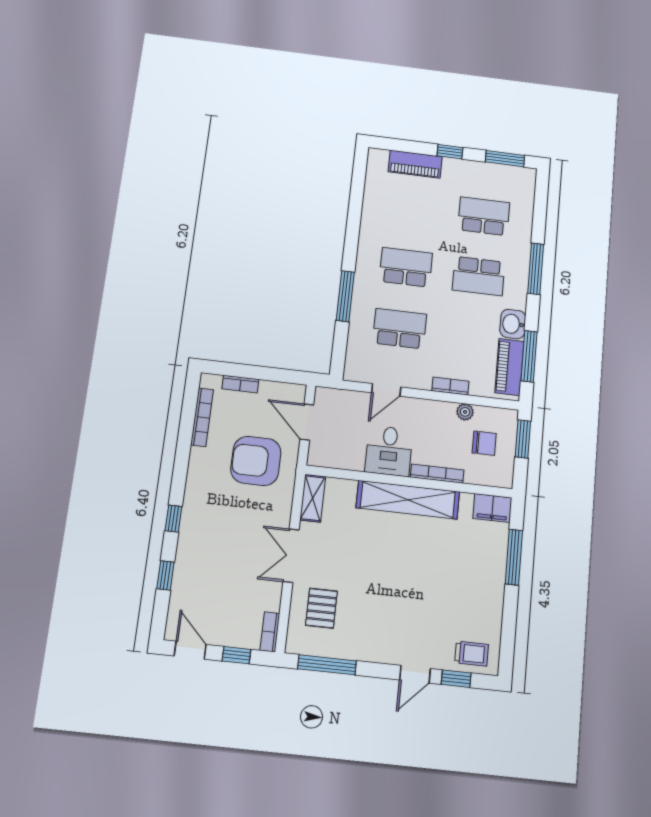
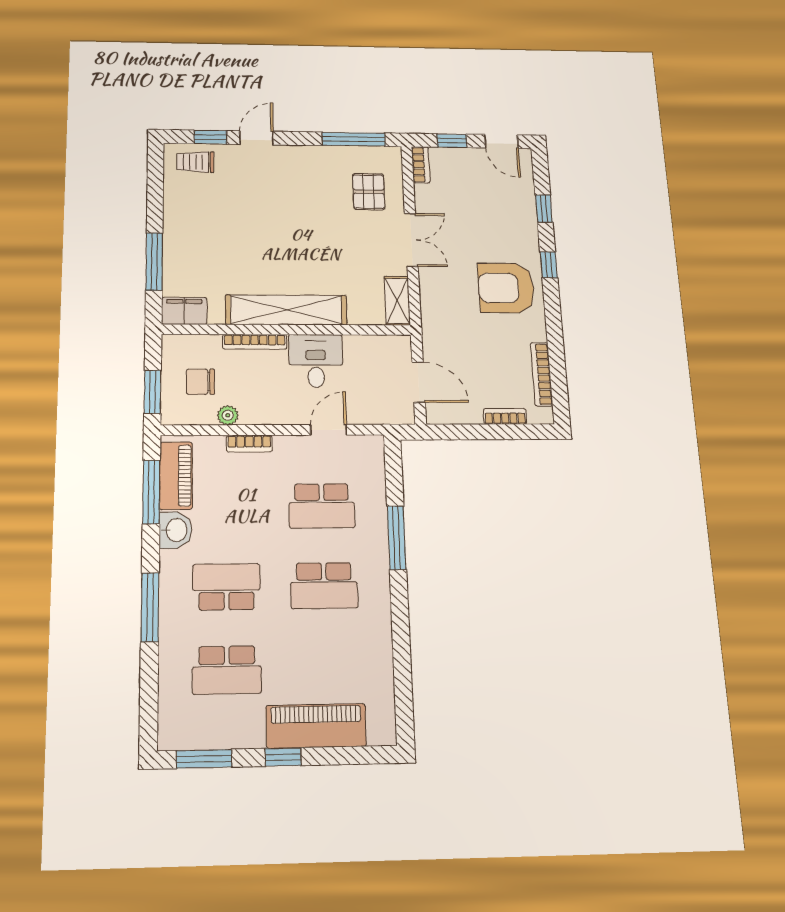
piano: (415, 164) -> (316, 726), width x1.37, depth x1.33
armchair: (256, 461) -> (506, 288), moved, turned 180

